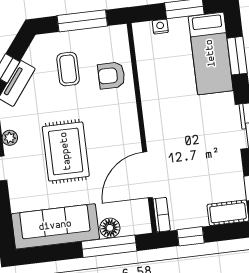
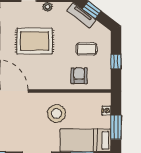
window: (82, 21) -> (116, 62), width x0.46
stool: (174, 104) -> (56, 113), added

